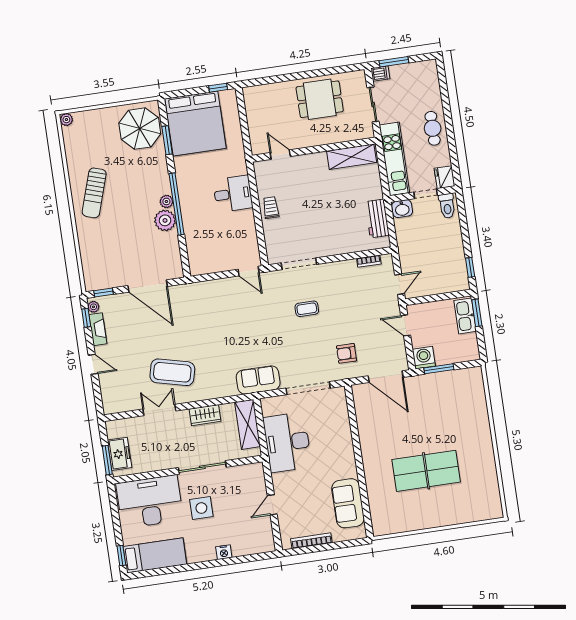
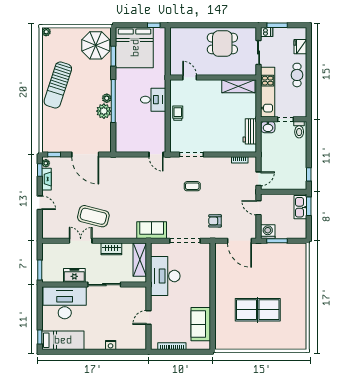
fridge: (445, 177) -> (300, 47), moved
sun lounger: (94, 193) -> (58, 85), width x1.36, depth x1.34
freezer: (120, 454) -> (74, 275), moved, turned -90
side table: (201, 508) -> (100, 312), removed

